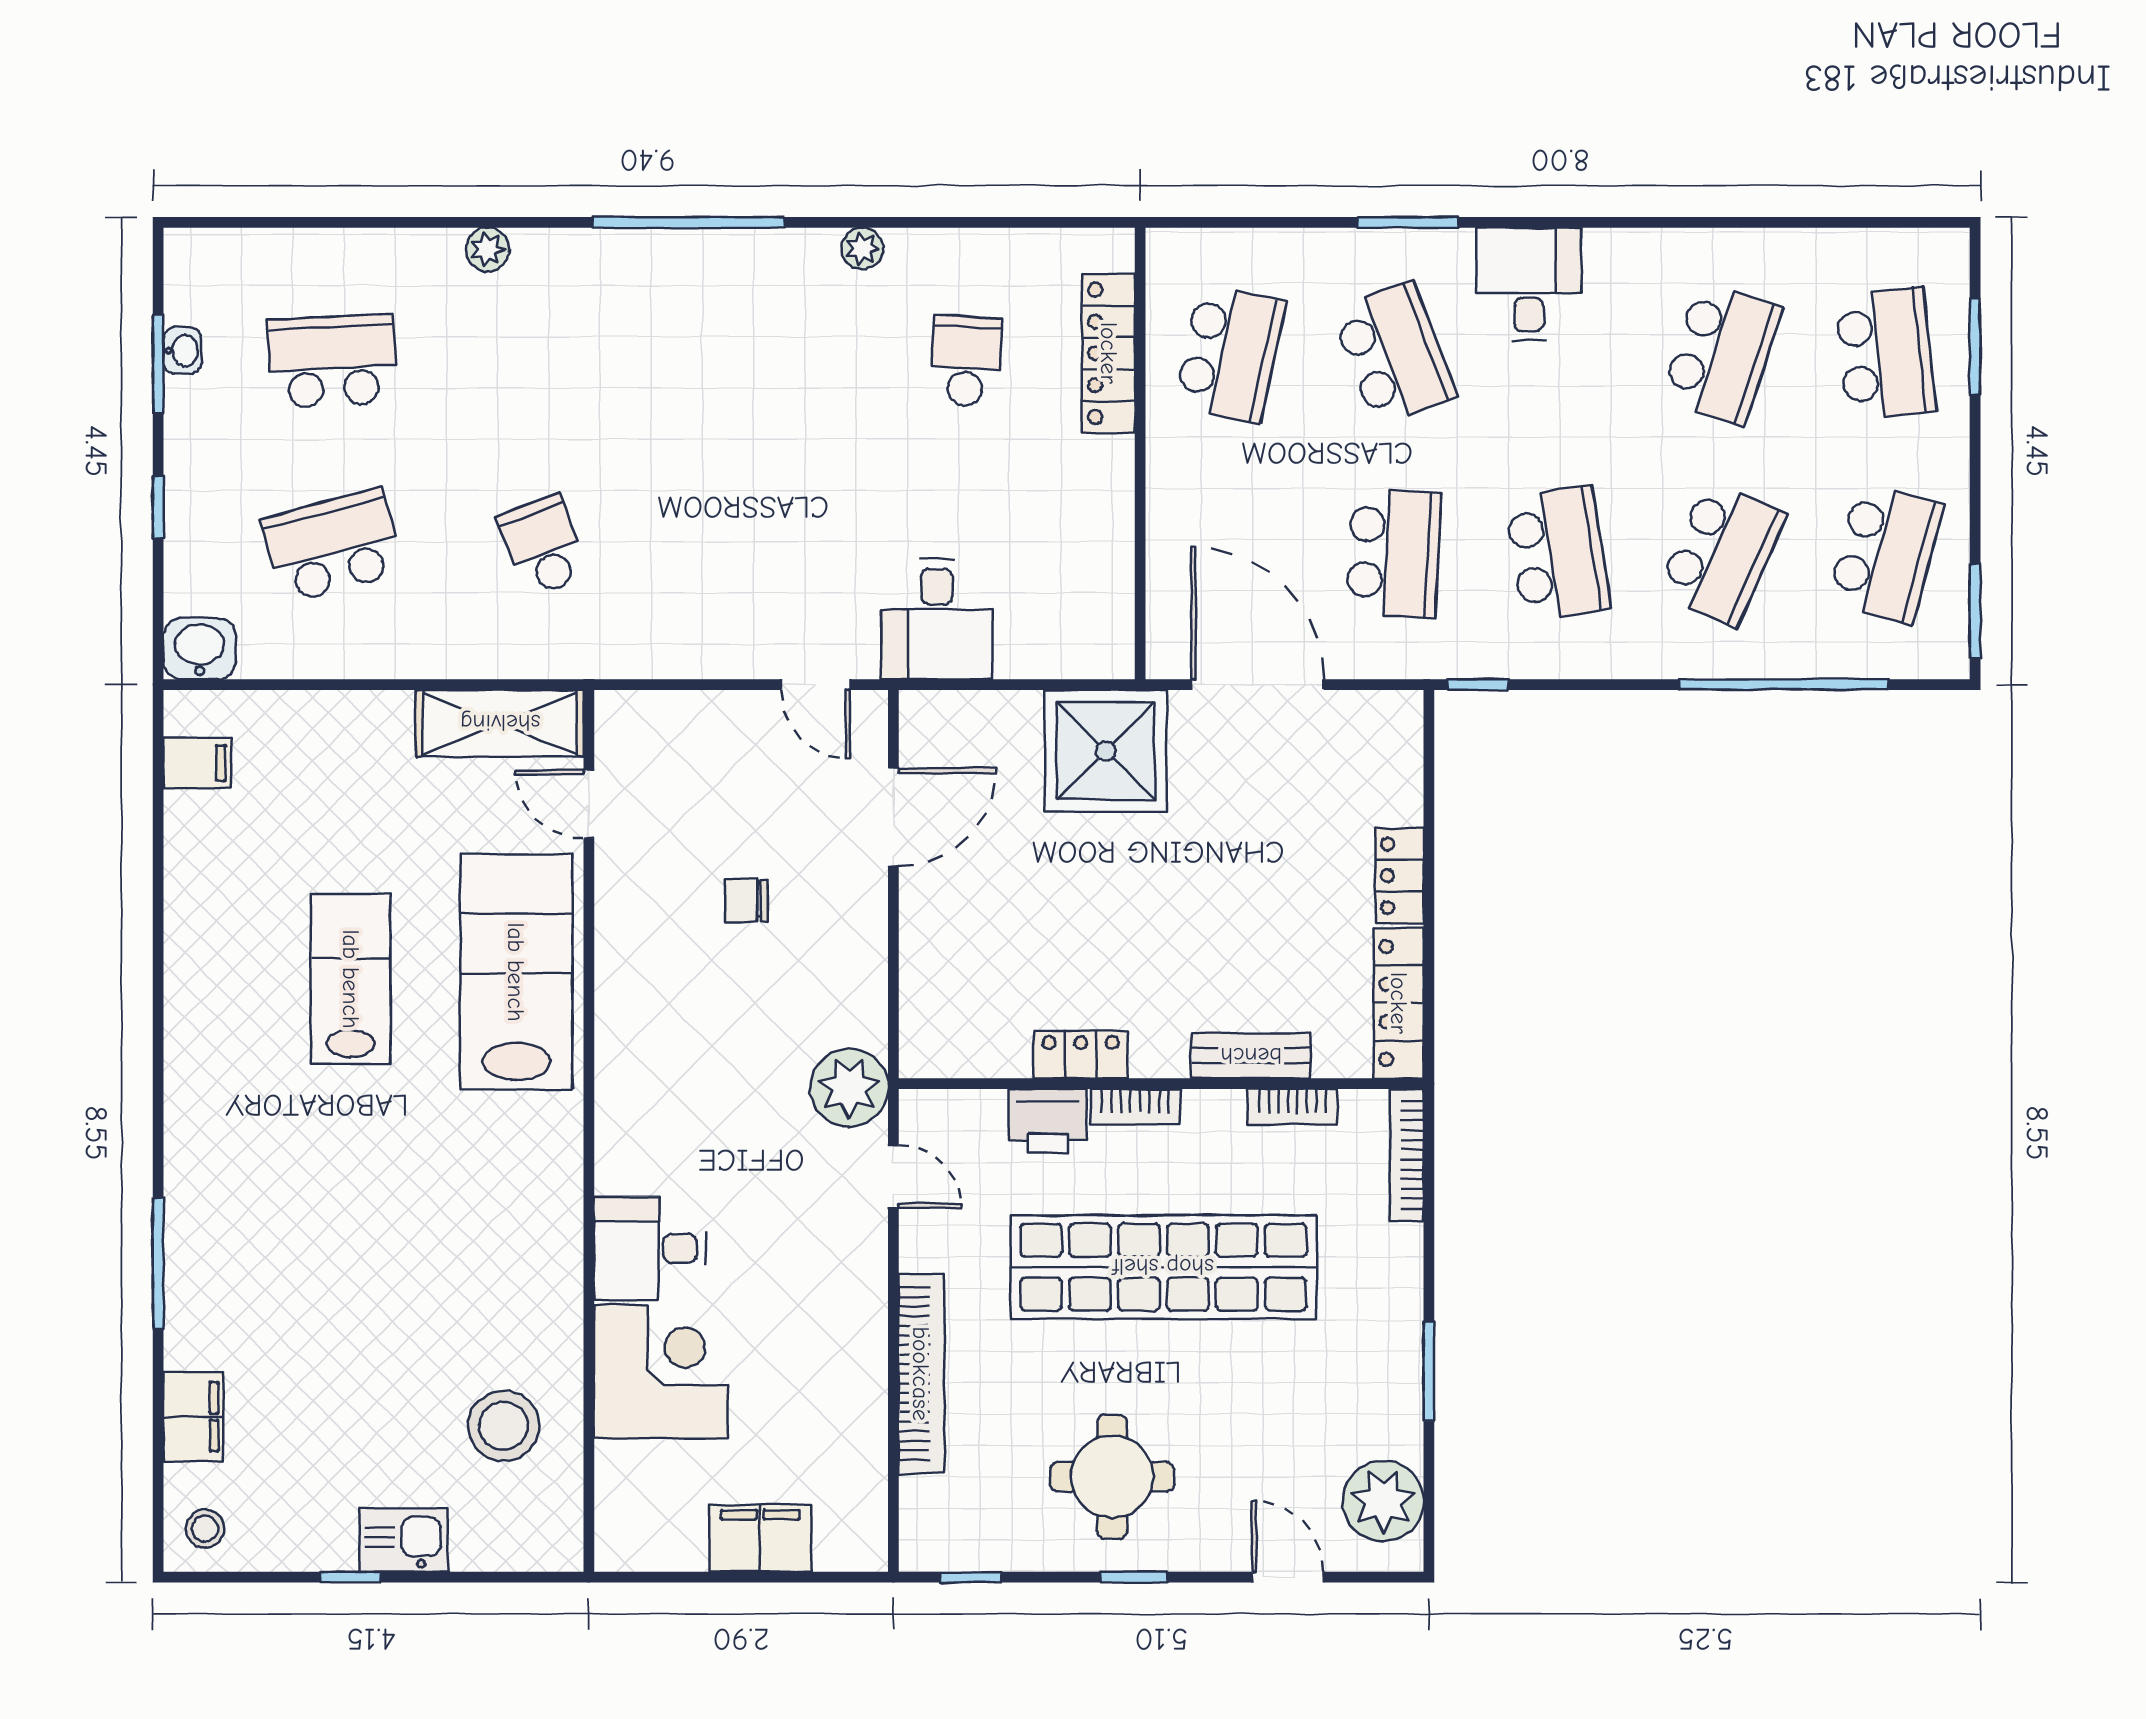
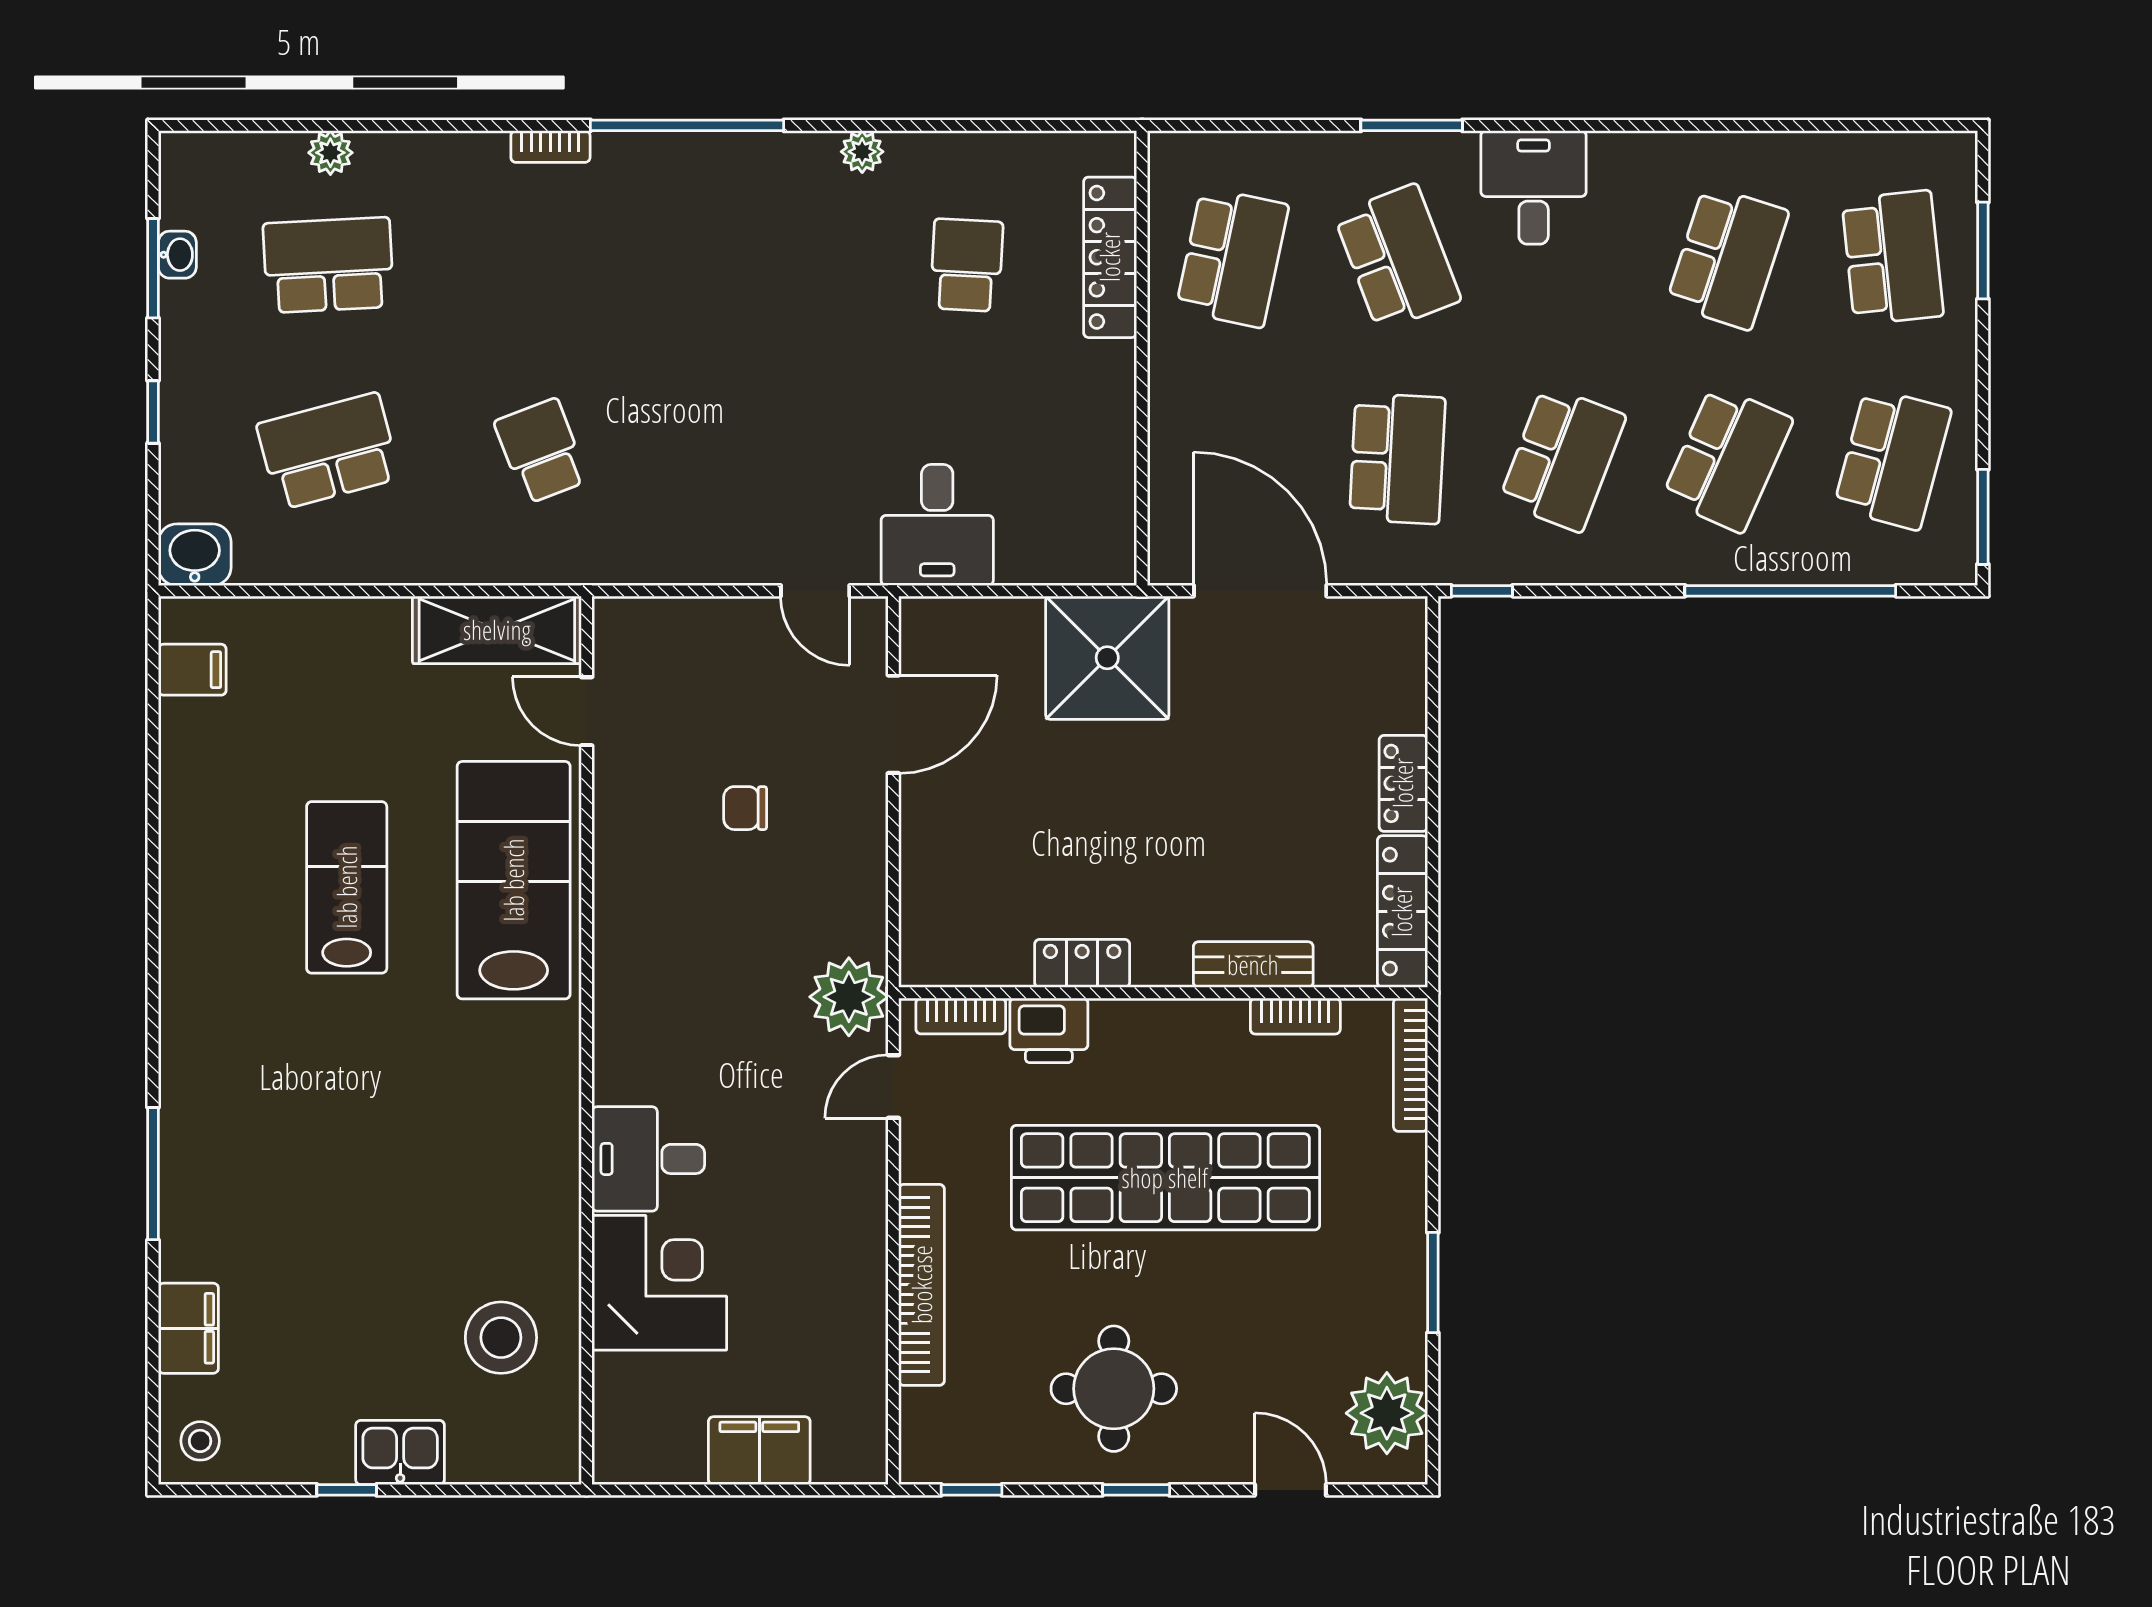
bookcase: (553, 243) -> (550, 147), added
plant: (487, 250) -> (330, 153), moved
school desk: (1558, 553) -> (1562, 459), turned 30
bookcase: (1135, 1107) -> (961, 1016), moved
door: (893, 1177) -> (893, 1087), swing flipped

